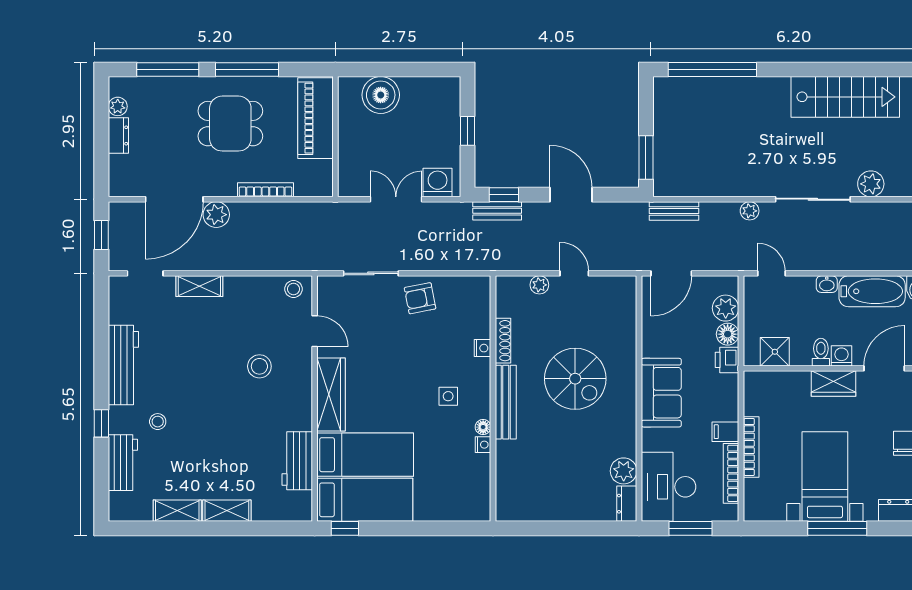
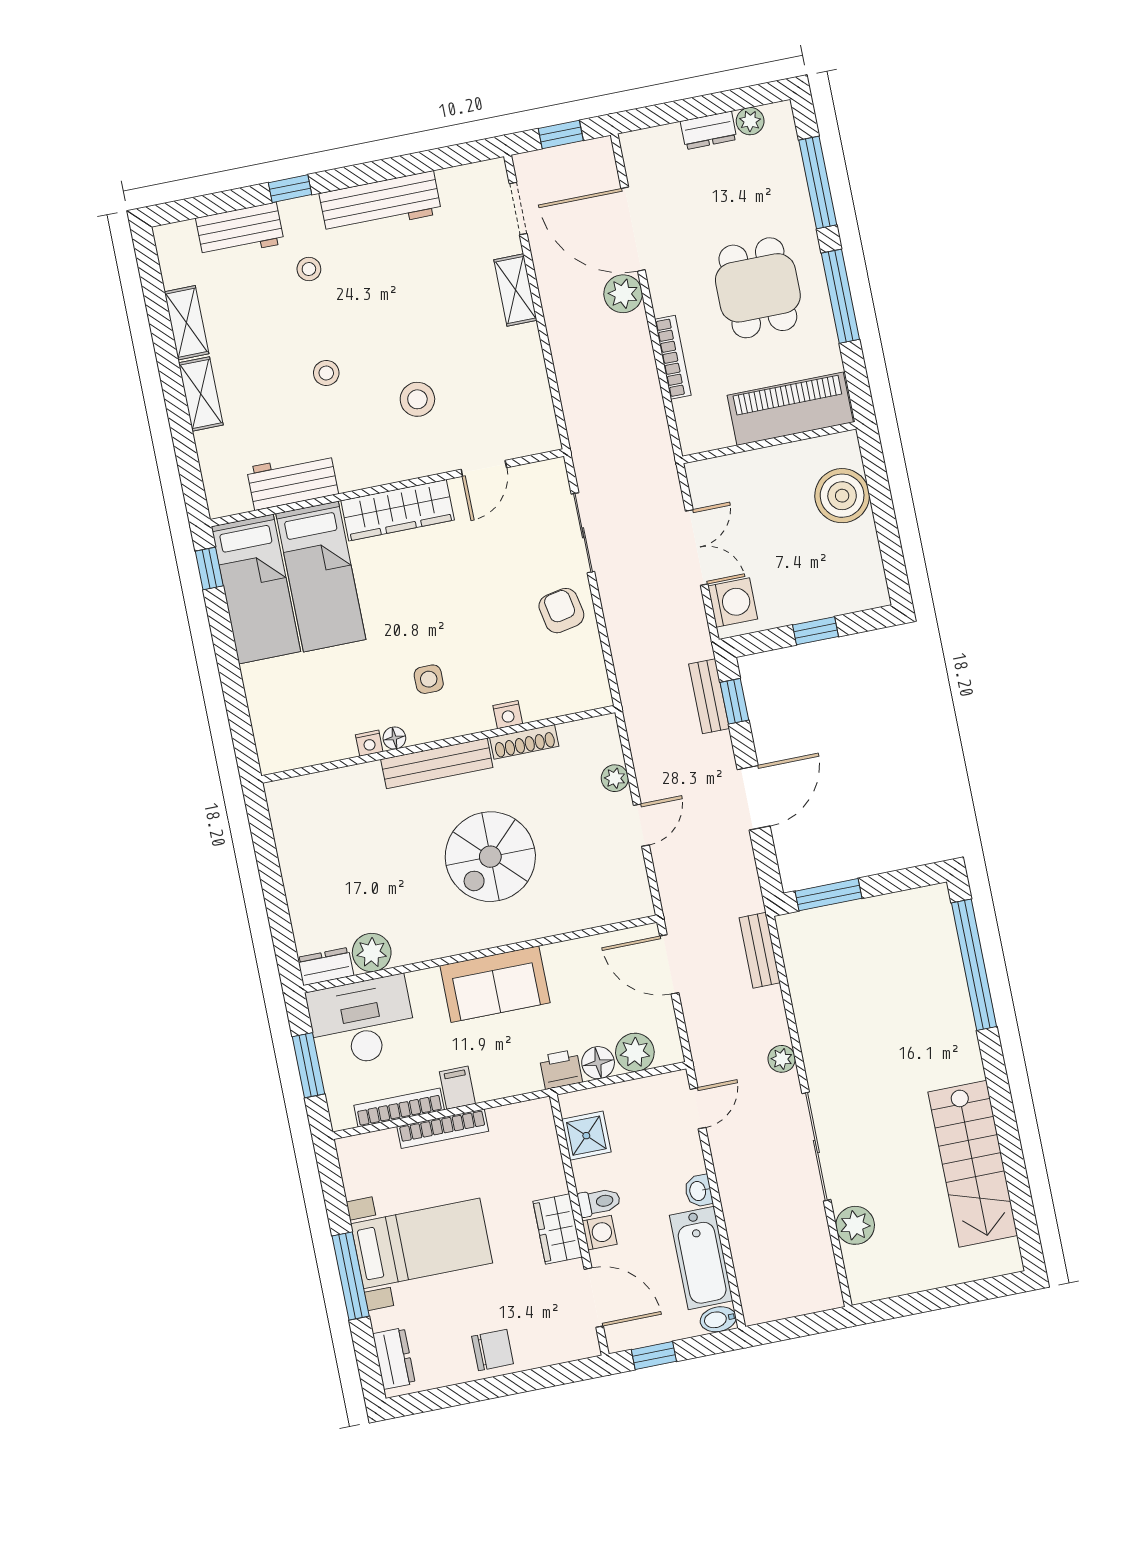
stool: (293, 289) -> (326, 373), moved

